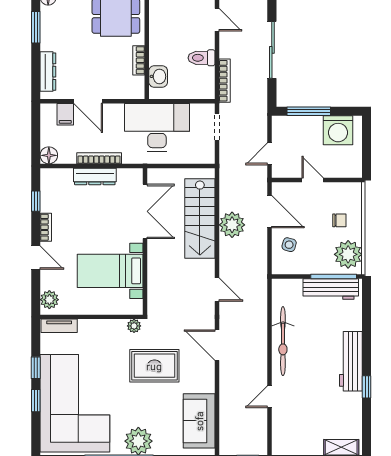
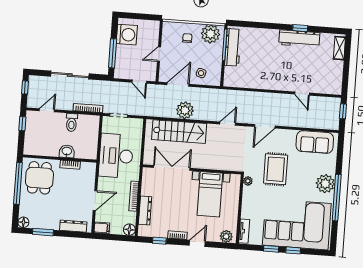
washbasin: (158, 76) -> (67, 151), moved
filing cabinet: (65, 114) -> (102, 228), moved
dresser: (95, 176) -> (145, 210), moved
bicycle: (283, 341) -> (265, 82), removed
workbench: (351, 361) -> (299, 39), moved

